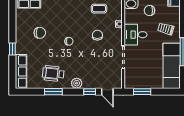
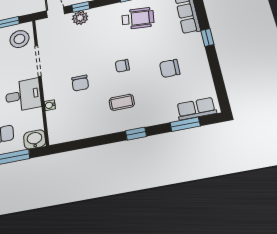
coffee table: (99, 9) -> (122, 102), moved
stool: (134, 77) -> (19, 39), added
plant: (77, 83) -> (80, 18), moved

